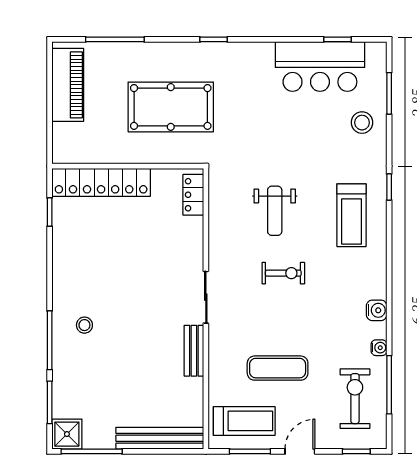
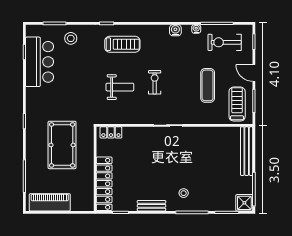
bench: (194, 351) -> (152, 206), moved

